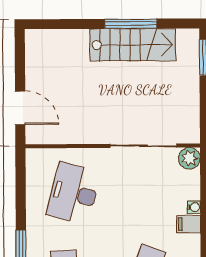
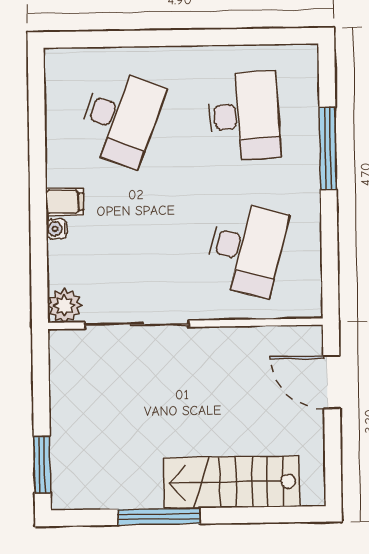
stairs: (133, 45) -> (231, 482), moved

